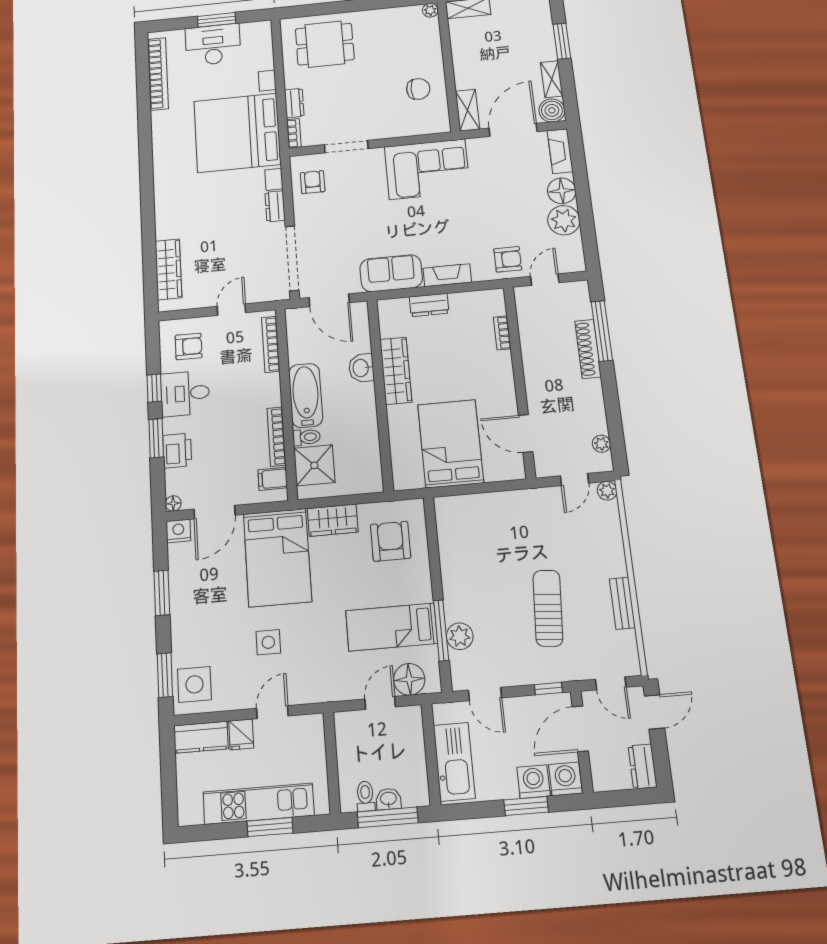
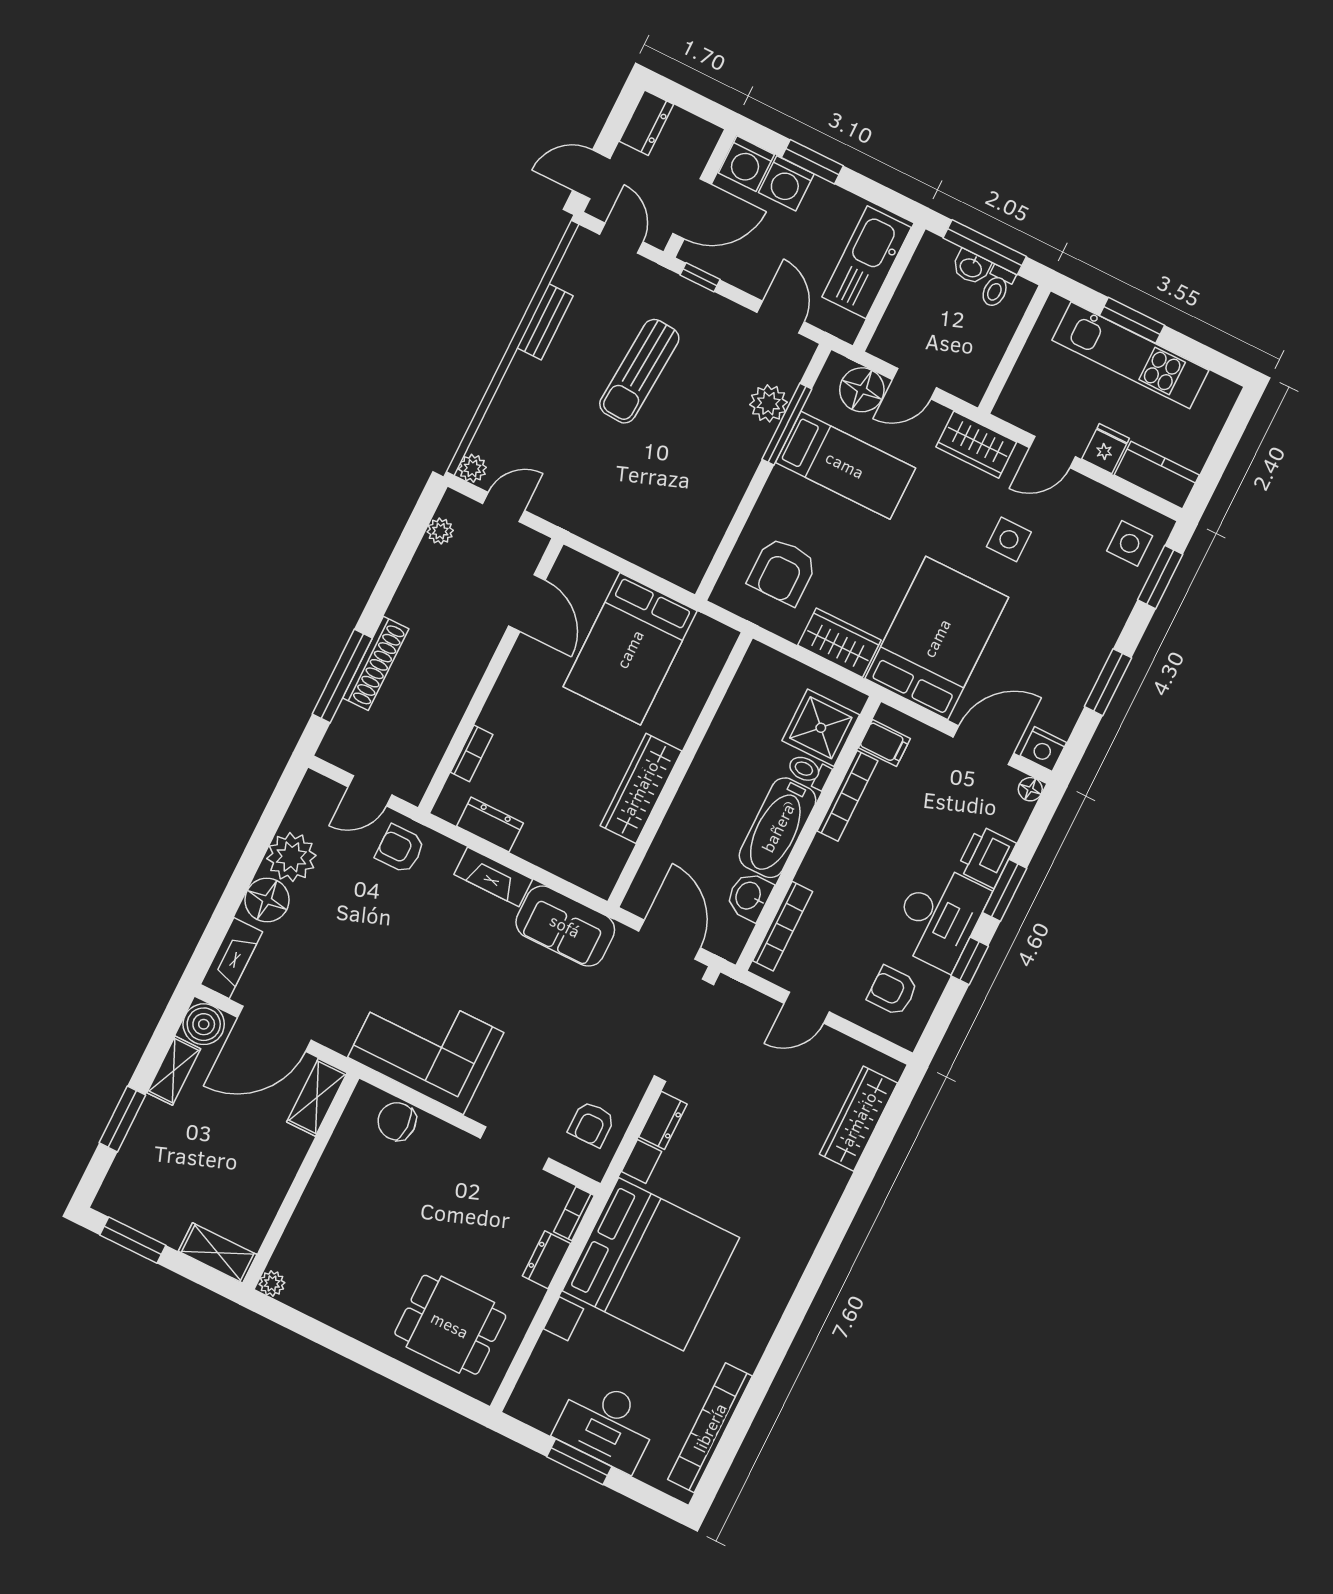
chair: (418, 89) -> (397, 1121), moved
dresser: (429, 305) -> (490, 825), moved
washbasin: (361, 368) -> (749, 896), moved, turned 180
desk: (185, 393) -> (939, 917), width x1.37
side table: (194, 684) -> (1130, 543), width x0.73, depth x0.73
wardrobe: (321, 688) -> (976, 445), added

